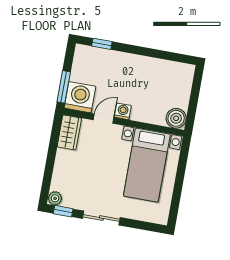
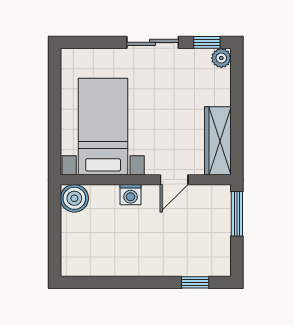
washing machine: (80, 97) -> (212, 203), removed
washing machine: (123, 111) -> (131, 195), moved
wardrobe: (69, 132) -> (218, 141), width x1.50

